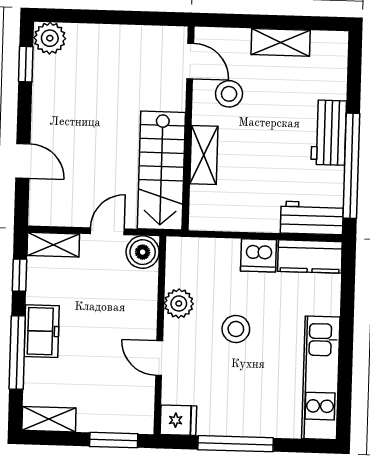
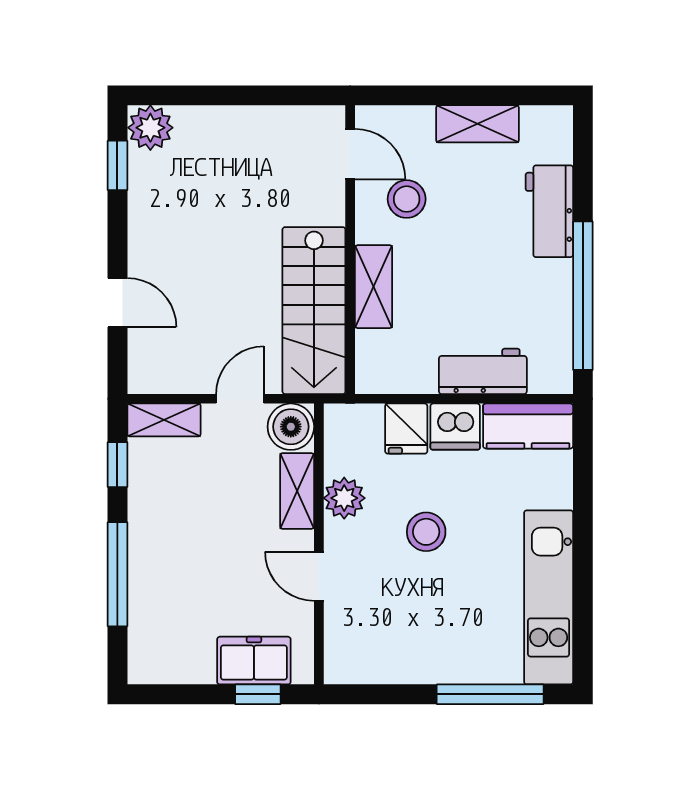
workbench: (329, 133) -> (549, 211), moved
workbench: (312, 218) -> (483, 371), moved
freezer: (42, 331) -> (254, 661), moved, turned -90
shelving: (49, 419) -> (297, 491), moved, turned 90
fridge: (178, 420) -> (406, 429), moved, turned 90
window: (114, 440) -> (258, 694), width x0.67
window: (236, 444) -> (490, 694), moved

